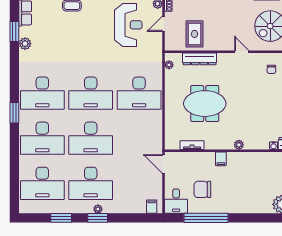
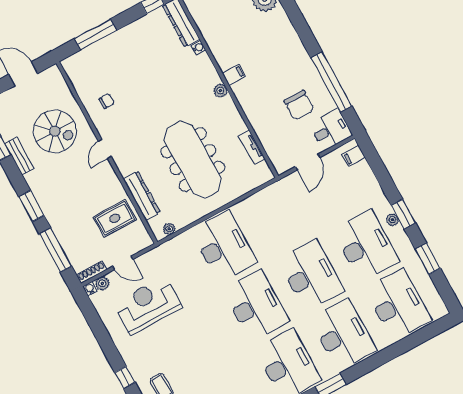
meeting table: (205, 104) -> (193, 160), width x1.36
filing cabinet: (221, 159) -> (234, 75), moved
door: (164, 164) -> (308, 162), moved

